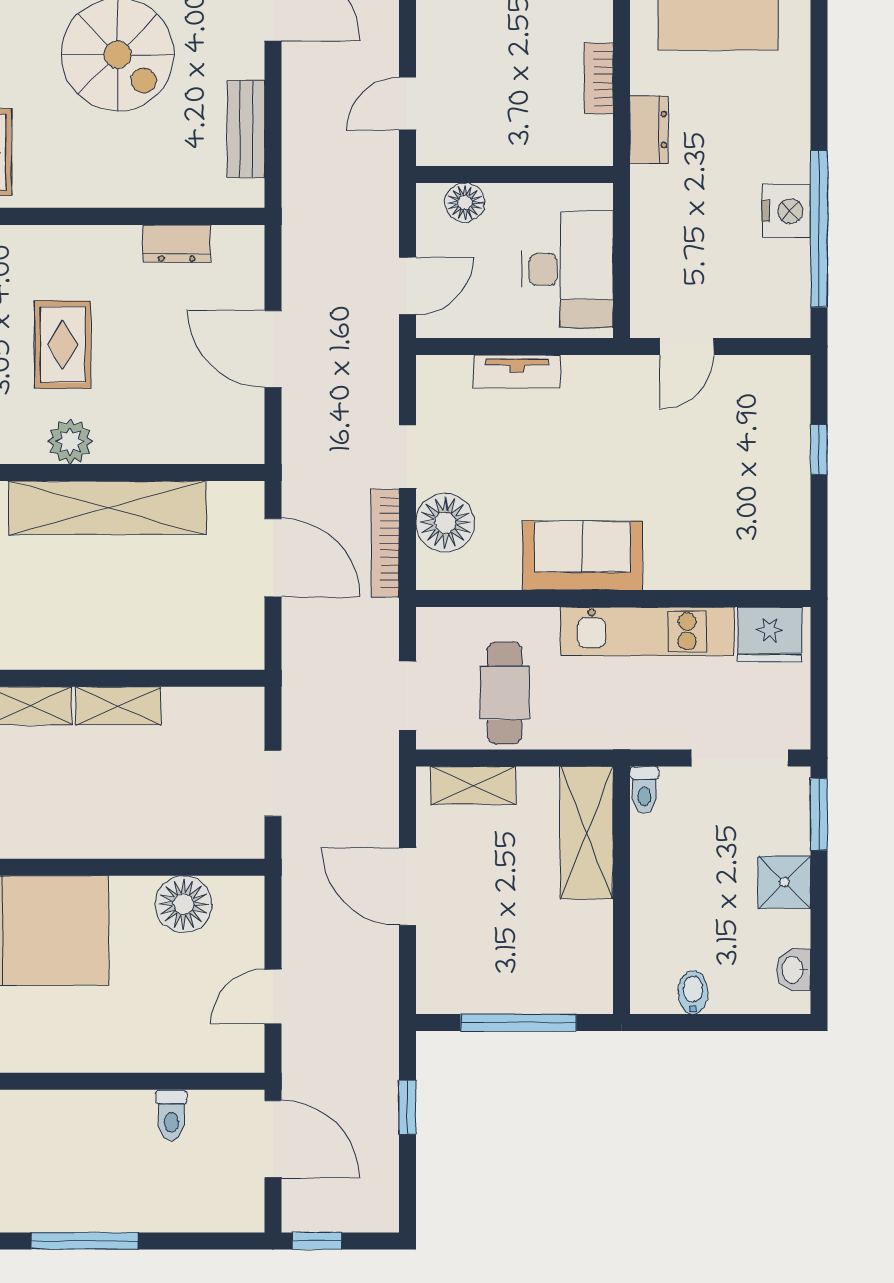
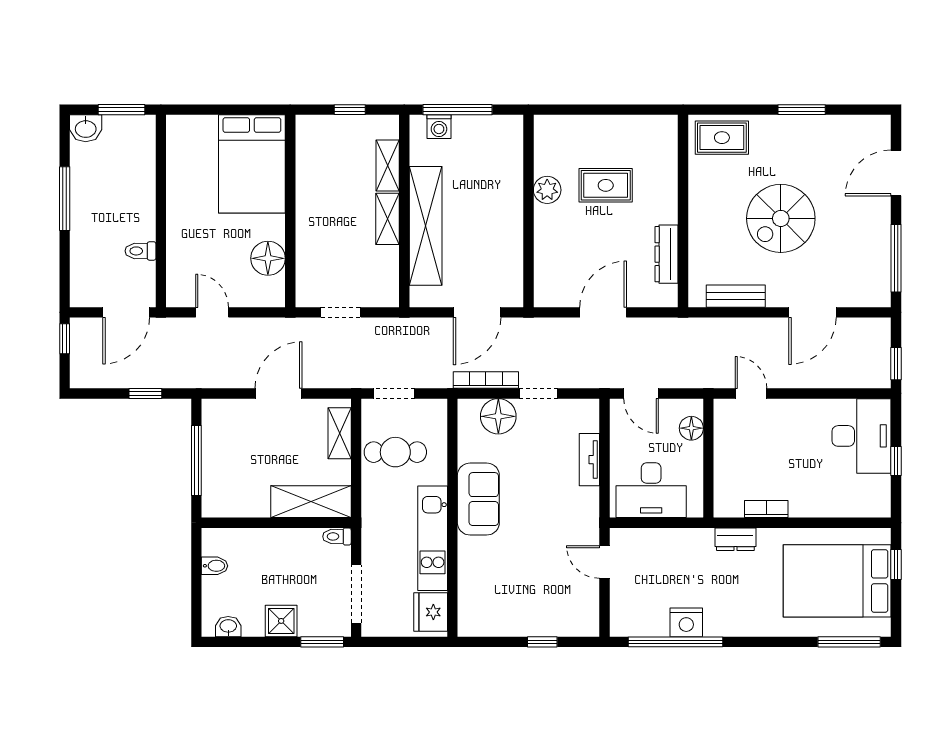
dresser: (177, 244) -> (667, 254), width x1.44
shelving: (107, 508) -> (426, 226), moved

